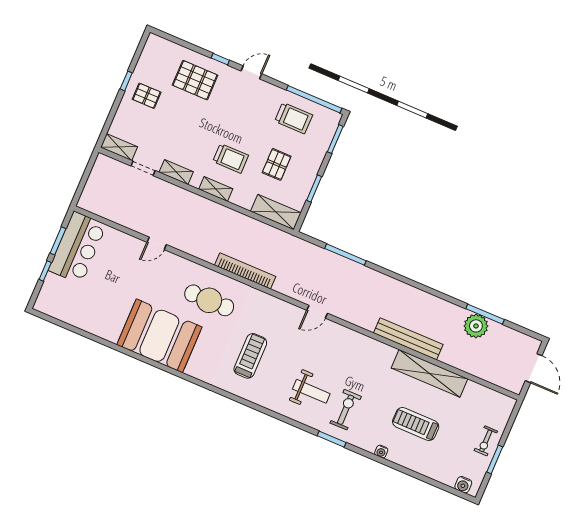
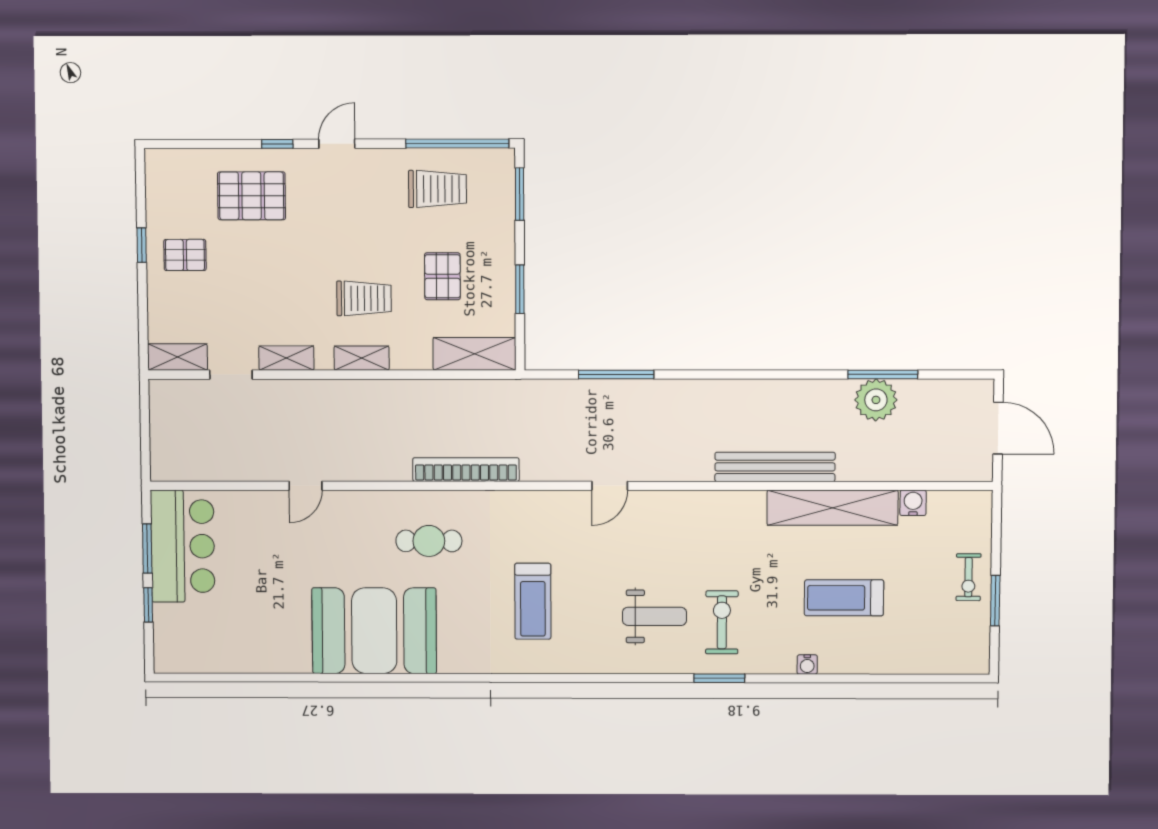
cafe table: (209, 300) -> (429, 541), width x0.73, depth x0.74
treadmill: (250, 356) -> (533, 601), turned 180
water cooler: (463, 485) -> (913, 503), moved, turned 180

